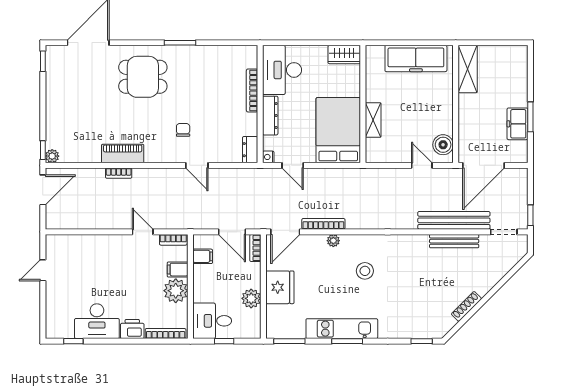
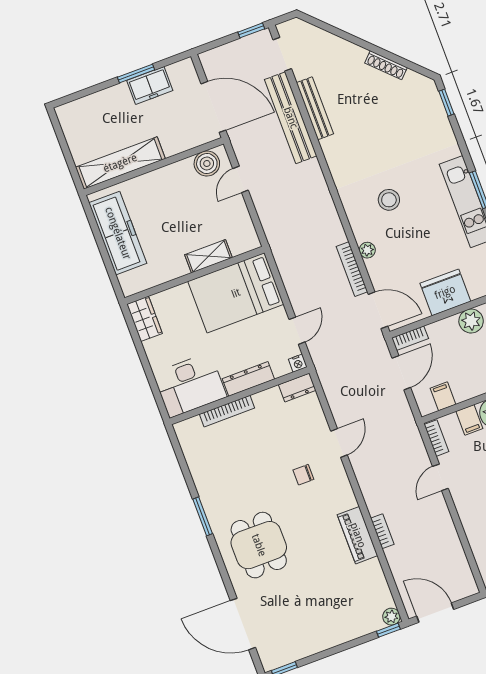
shelving: (468, 69) -> (120, 163), width x1.47

